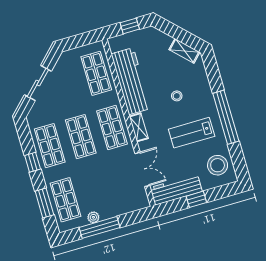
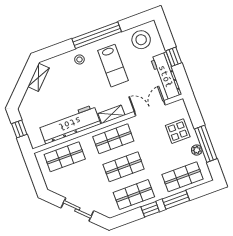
stool: (177, 96) -> (79, 59), moved
display table: (115, 198) -> (178, 131), added
window: (44, 203) -> (176, 200), moved

